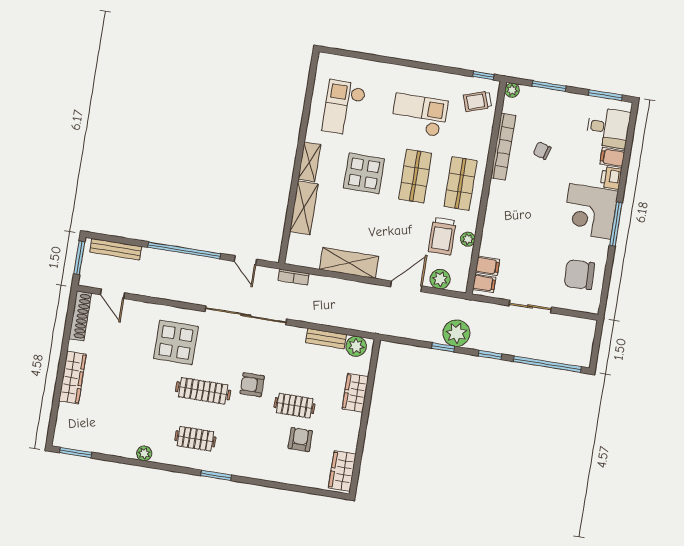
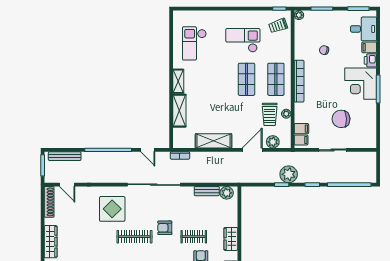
bookcase: (503, 147) -> (299, 81), moved
display table: (364, 173) -> (214, 83), removed
chair: (579, 275) -> (341, 119), moved
wardrobe: (355, 393) -> (231, 239), moved

